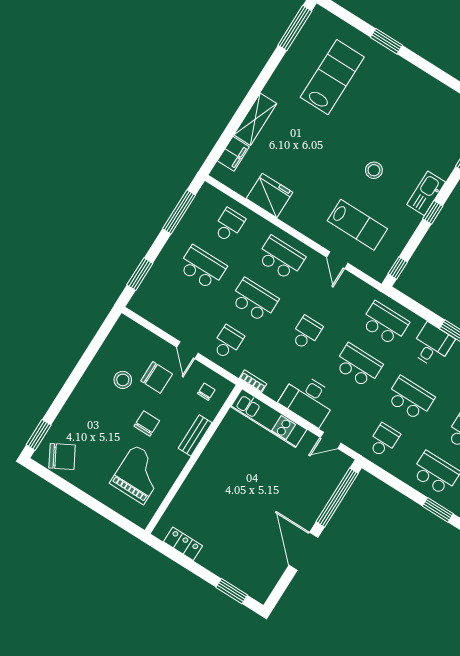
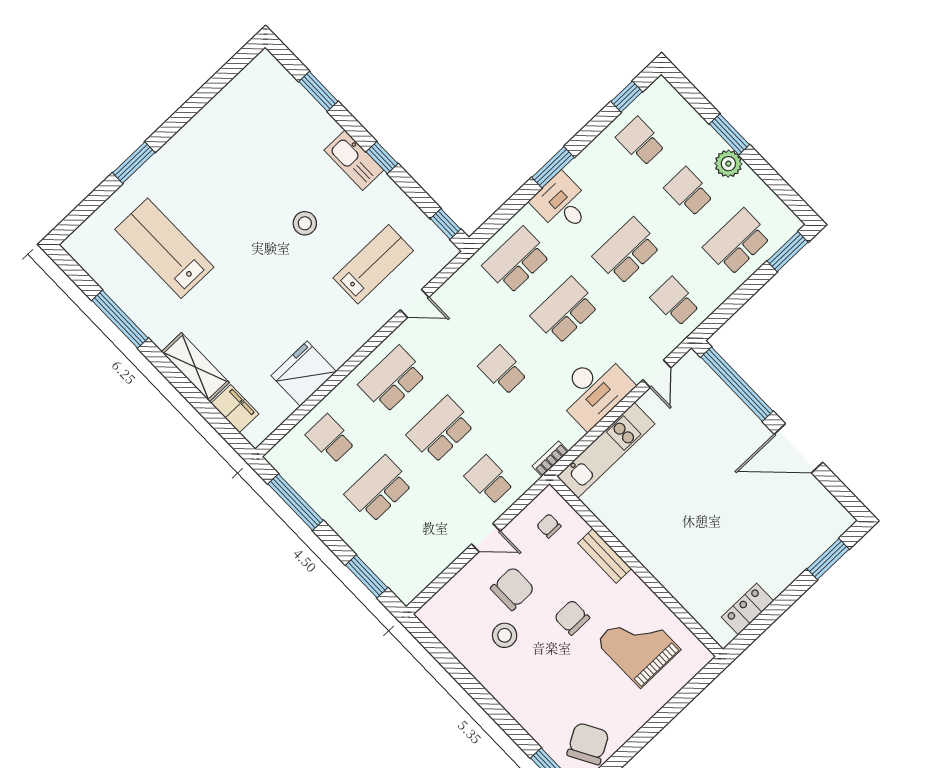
window: (295, 28) -> (120, 319), moved

